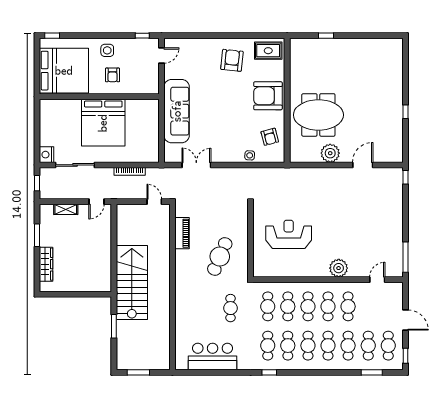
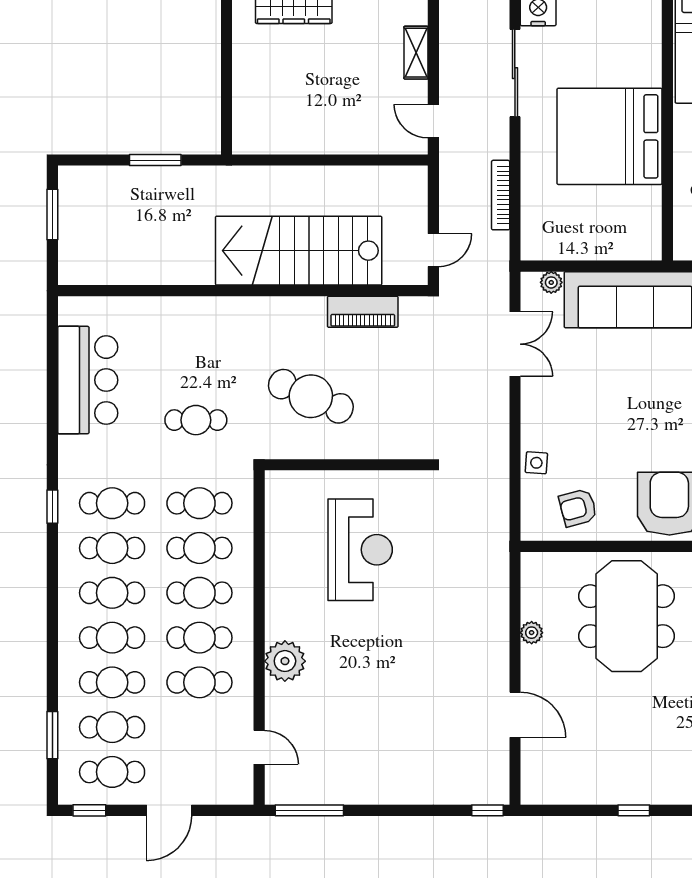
plant: (169, 149) -> (551, 282), added
plant: (330, 153) -> (532, 633), width x0.53, depth x0.53
stairs: (132, 282) -> (299, 251), moved, turned 180

